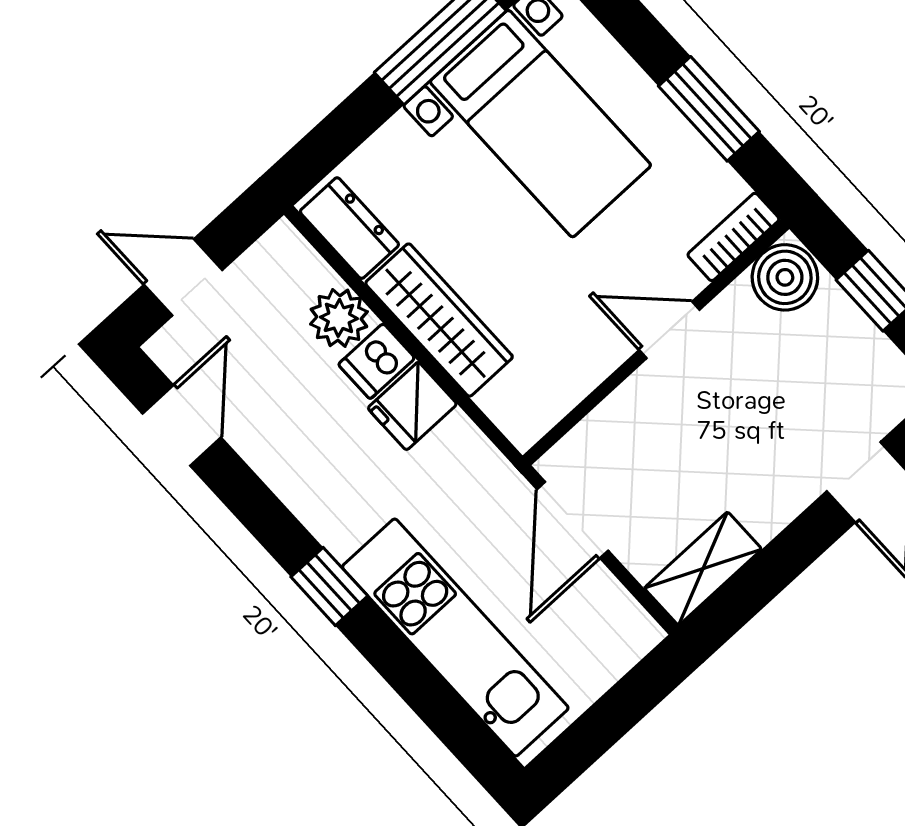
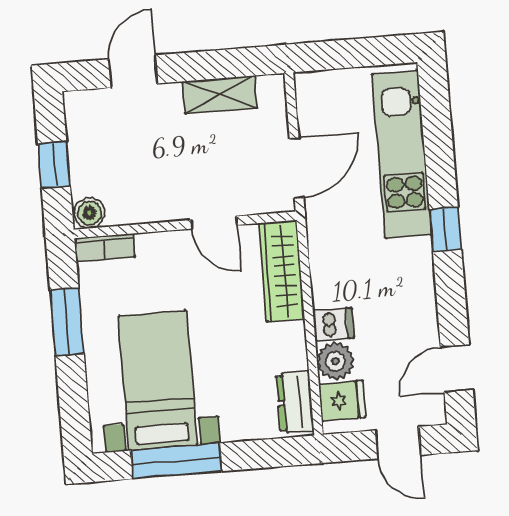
boiler: (785, 277) -> (89, 213), width x0.73, depth x0.73
wardrobe: (439, 320) -> (282, 271), moved
door: (669, 330) -> (214, 222), moved
fridge: (412, 406) -> (342, 401), moved
shelving: (703, 569) -> (220, 95), moved

